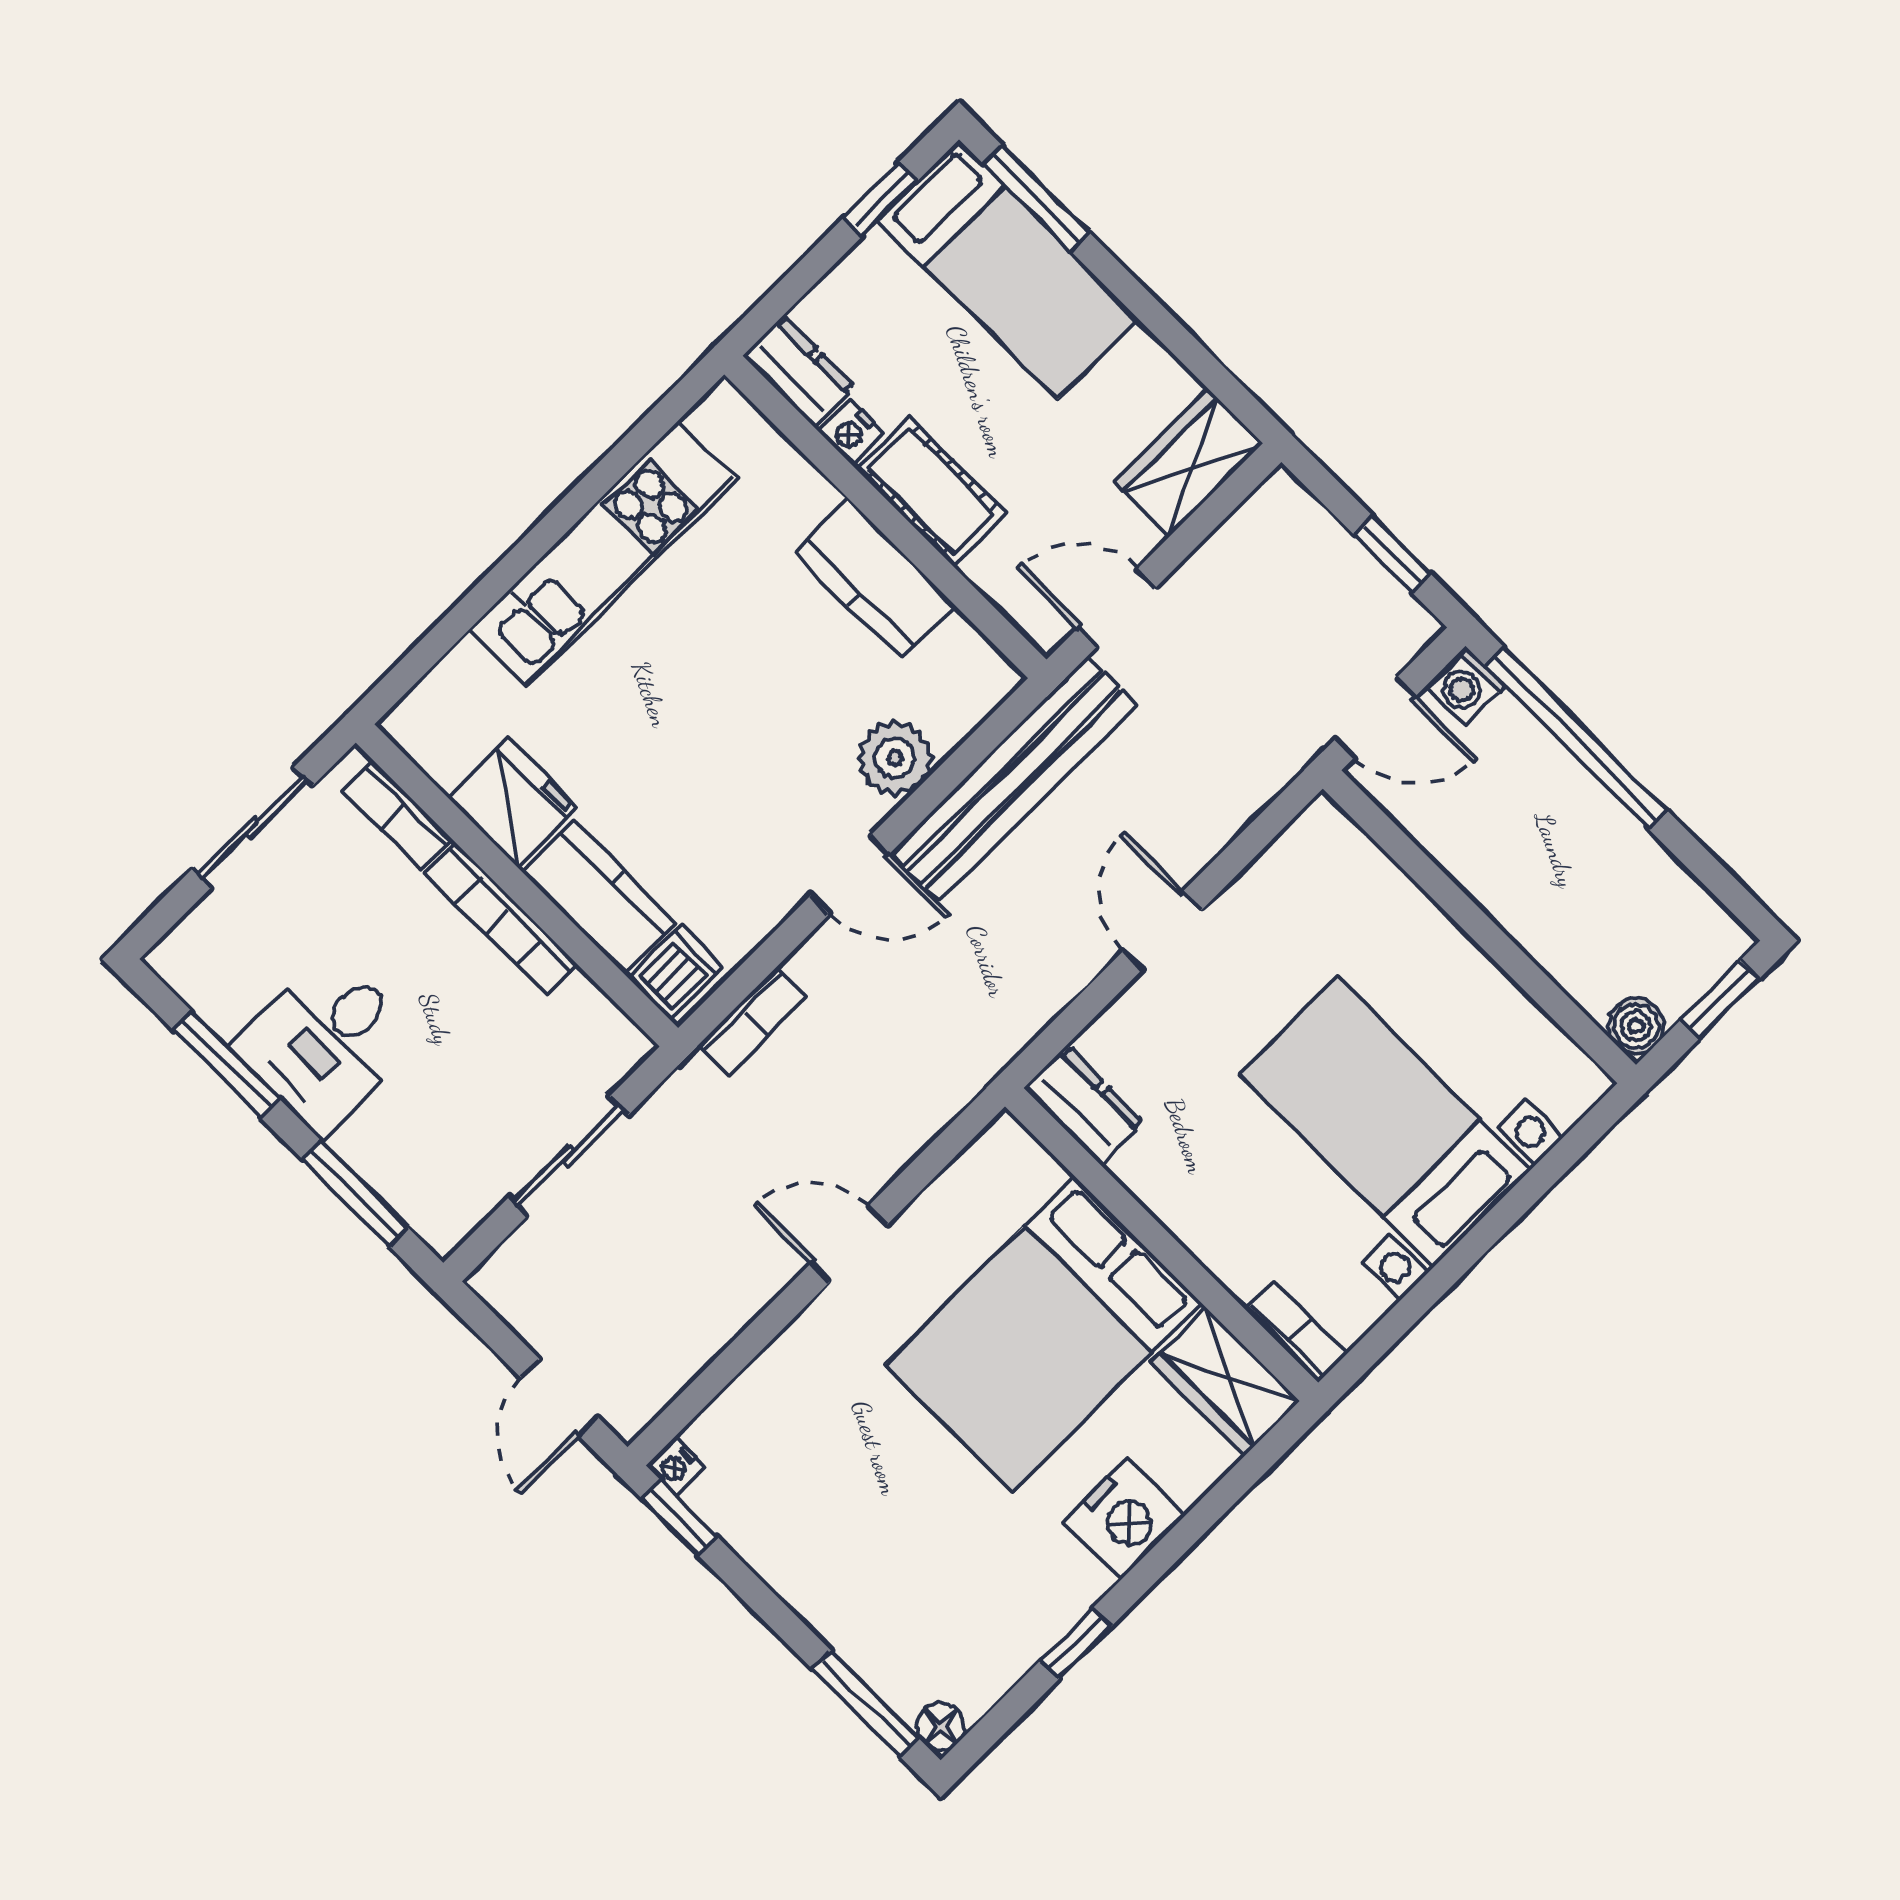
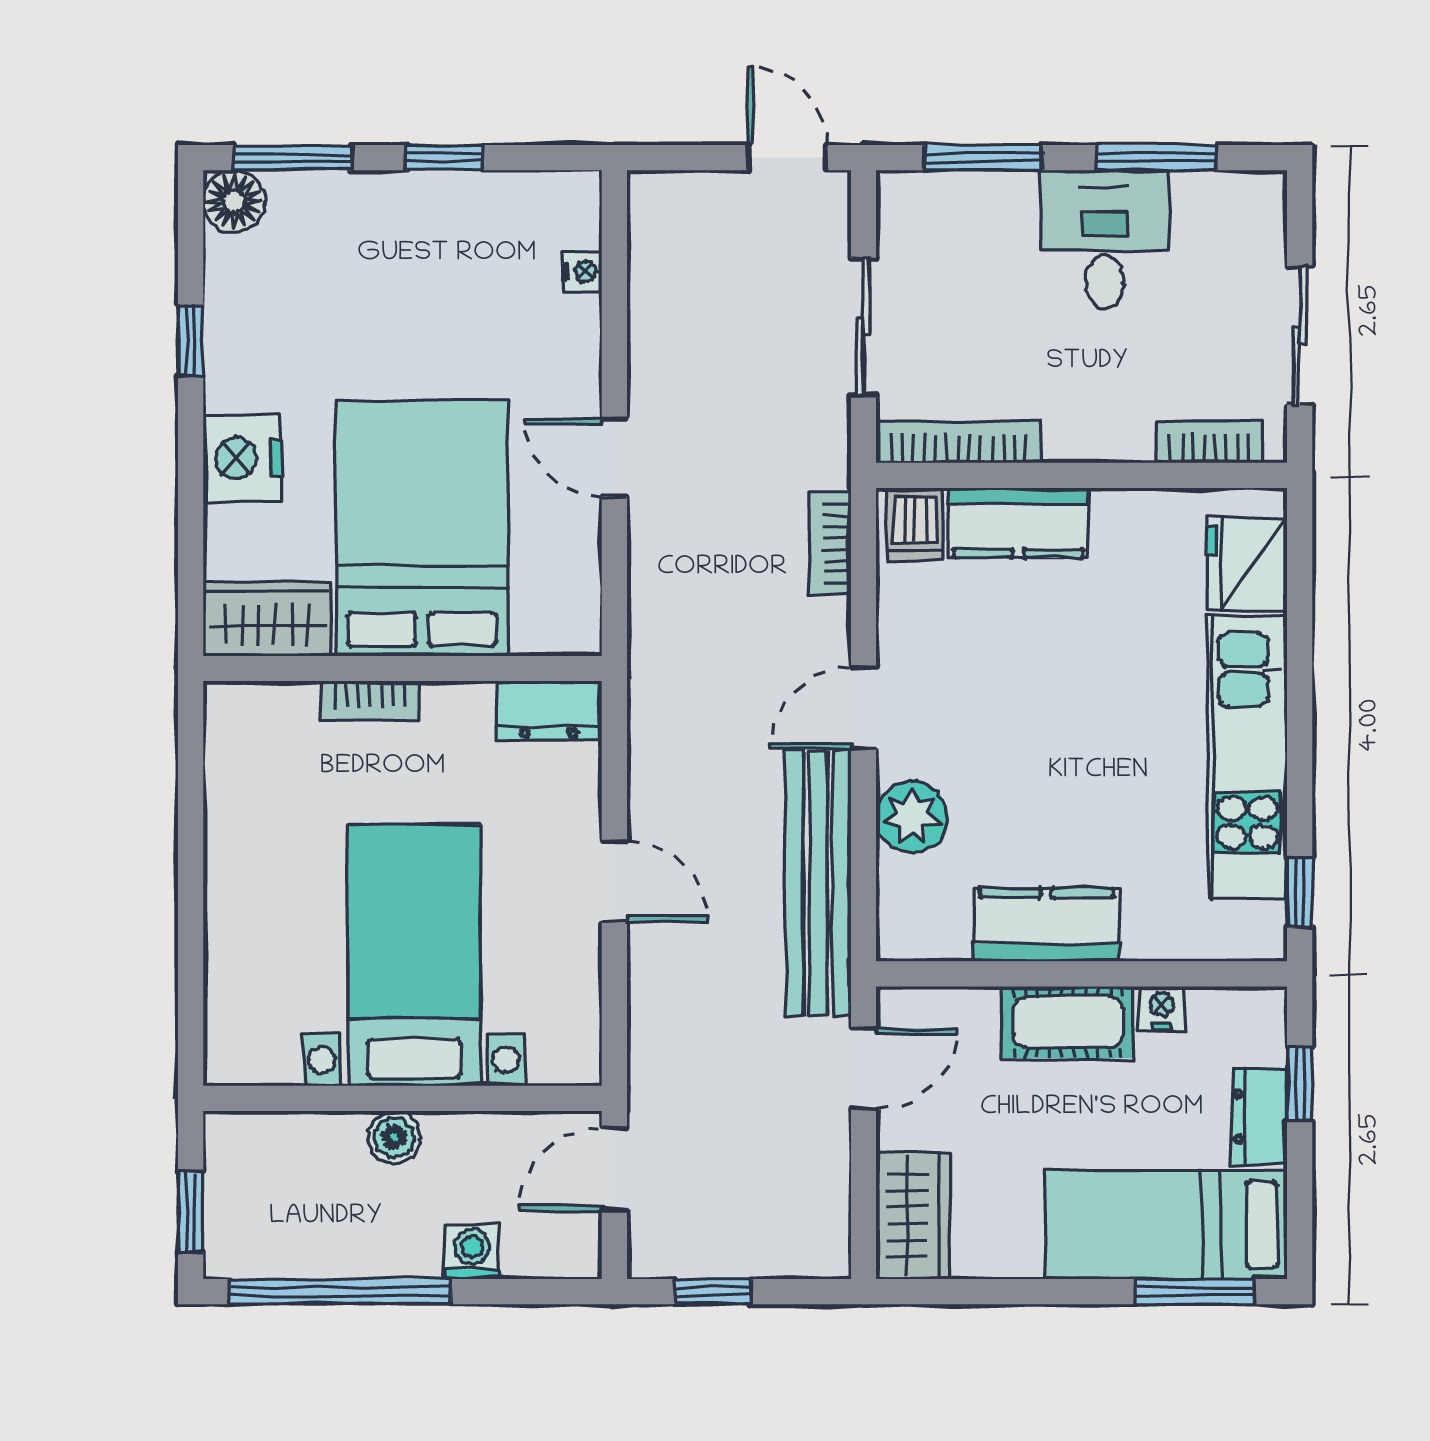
window: (880, 200) -> (1300, 1084), moved
dresser: (799, 371) -> (1260, 1116), moved, turned 90
window: (664, 416) -> (1300, 892), added
washing machine: (1466, 686) -> (472, 1252), moved
window: (1576, 738) -> (341, 1292), moved
fridge: (513, 803) -> (1247, 565), moved, turned 90
bookcase: (501, 919) -> (958, 442), moved
boiler: (1636, 1026) -> (394, 1137), moved
bed with nightstands: (1385, 1122) -> (414, 955), moved, turned -90
door: (849, 1244) -> (614, 458), swing flipped
bookcase: (1296, 1332) -> (369, 701), moved
door: (559, 1398) -> (787, 158), moved
nightstand: (676, 1466) -> (582, 272), moved, turned 90
window: (679, 1518) -> (444, 158), moved
floor lamp: (941, 1727) -> (234, 201), width x1.37, depth x1.37

